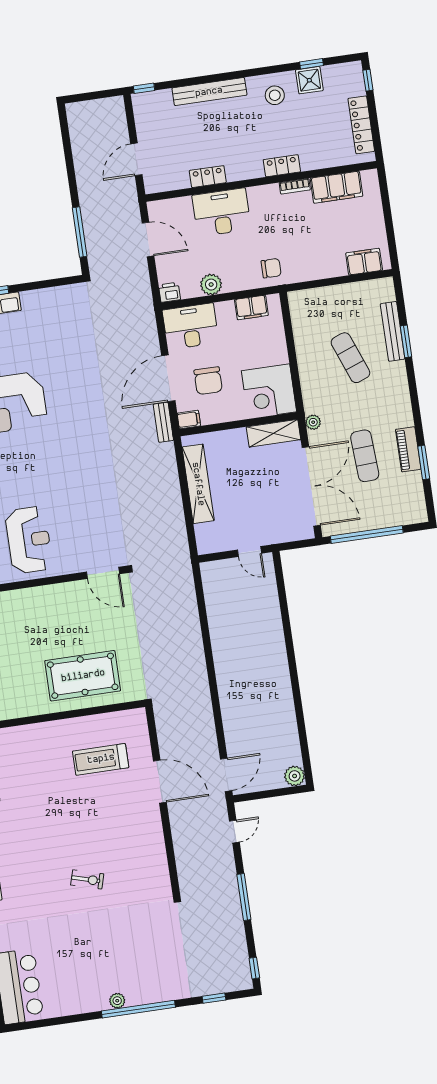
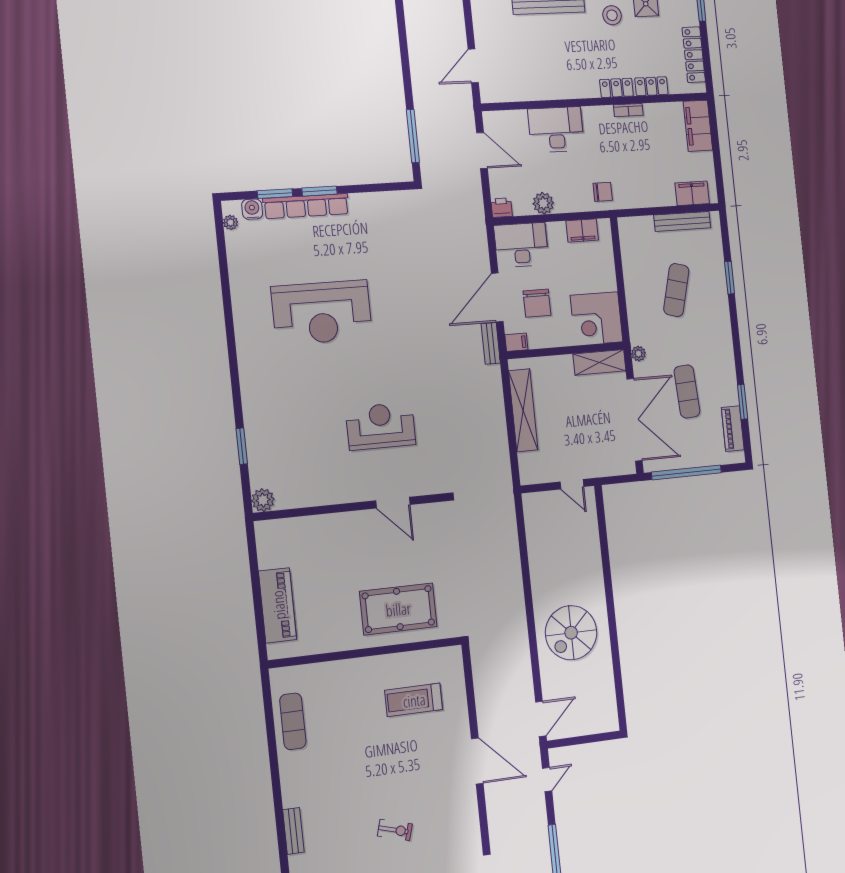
locker: (208, 177) -> (651, 86), moved
filing cabinet: (336, 187) -> (698, 126), moved, turned 90
bench: (393, 331) -> (682, 221), moved, turned 90
exercise mat: (350, 358) -> (676, 290), turned 36
piano: (408, 449) -> (733, 429), moved
reception desk: (29, 540) -> (381, 426), moved, turned -90
door: (103, 573) -> (393, 503), moved
spiral stairs: (254, 693) -> (571, 633), added
plant: (295, 776) -> (609, 721), removed
door: (160, 782) -> (477, 761), moved

